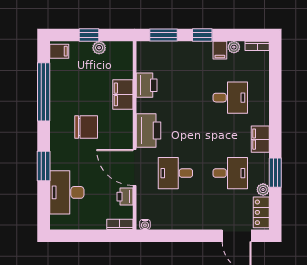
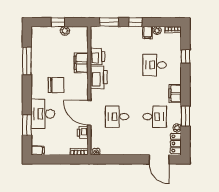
filing cabinet: (59, 51) -> (38, 150), moved
window: (275, 85) -> (185, 56), added
window: (44, 92) -> (27, 61), width x0.68
desk: (230, 98) -> (155, 65), turned 180
printer: (149, 130) -> (99, 77), moved
window: (44, 166) -> (27, 125), moved
desk: (67, 192) -> (43, 114), moved

